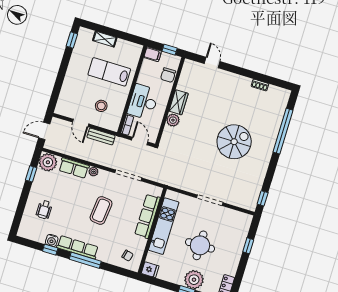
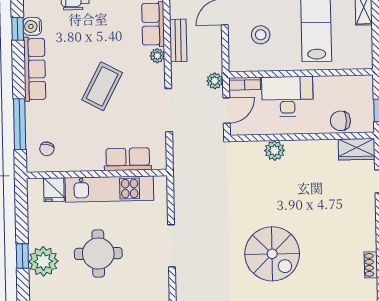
filing cabinet: (153, 54) -> (364, 87), removed
wardrobe: (179, 102) -> (357, 149), moved
bench: (101, 136) -> (178, 40), moved
plant: (120, 142) -> (215, 81), added
coffee table: (101, 210) -> (102, 86), turned -68
row of seats: (147, 216) -> (128, 159), width x0.68
window: (85, 260) -> (20, 124), moved
fridge: (150, 270) -> (54, 190), moved

